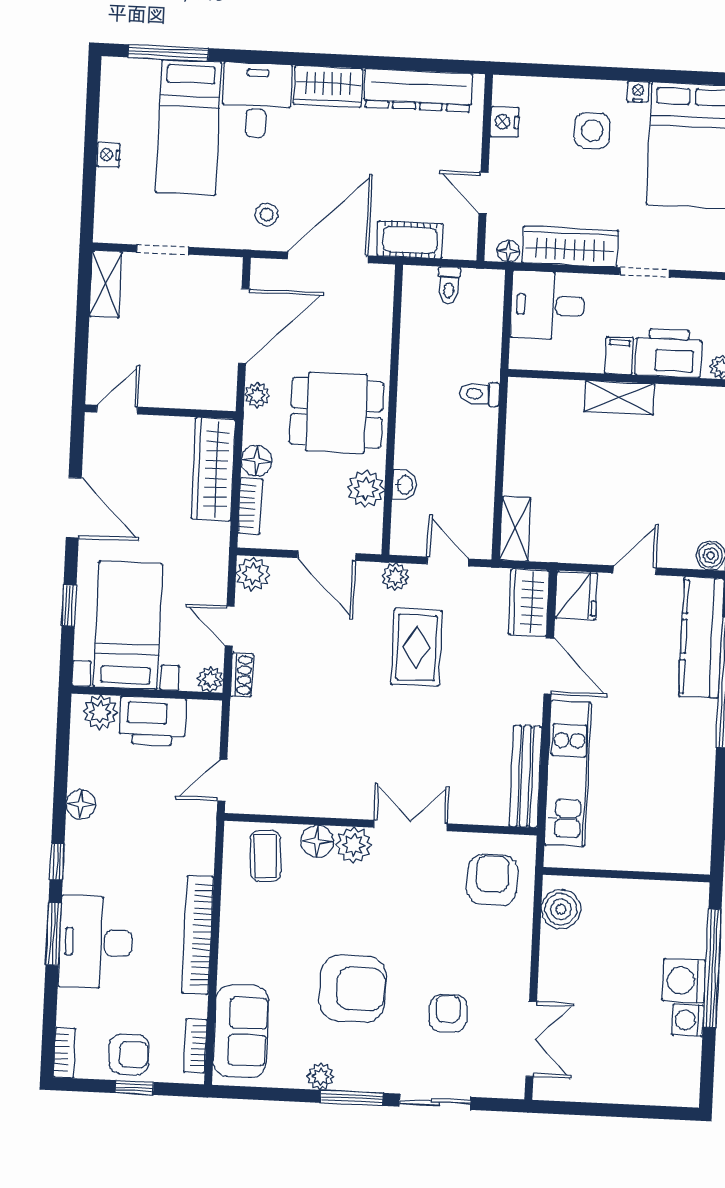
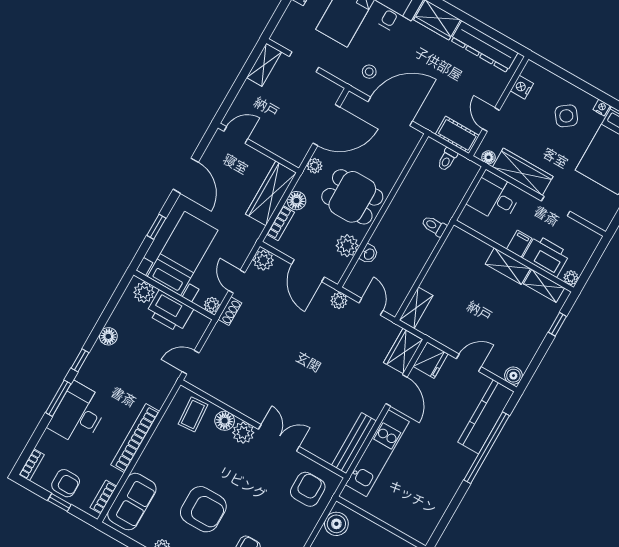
side table: (592, 131) -> (566, 116), turned -37
cot: (410, 240) -> (457, 135), moved
shelving: (688, 399) -> (544, 286), added
rug: (417, 648) -> (331, 344), removed

